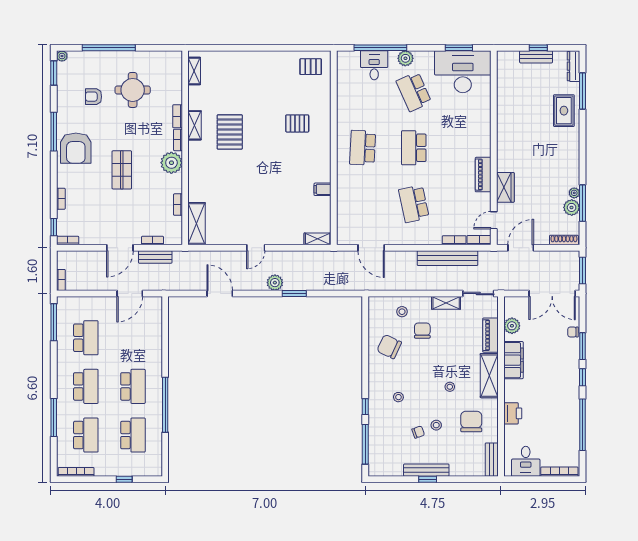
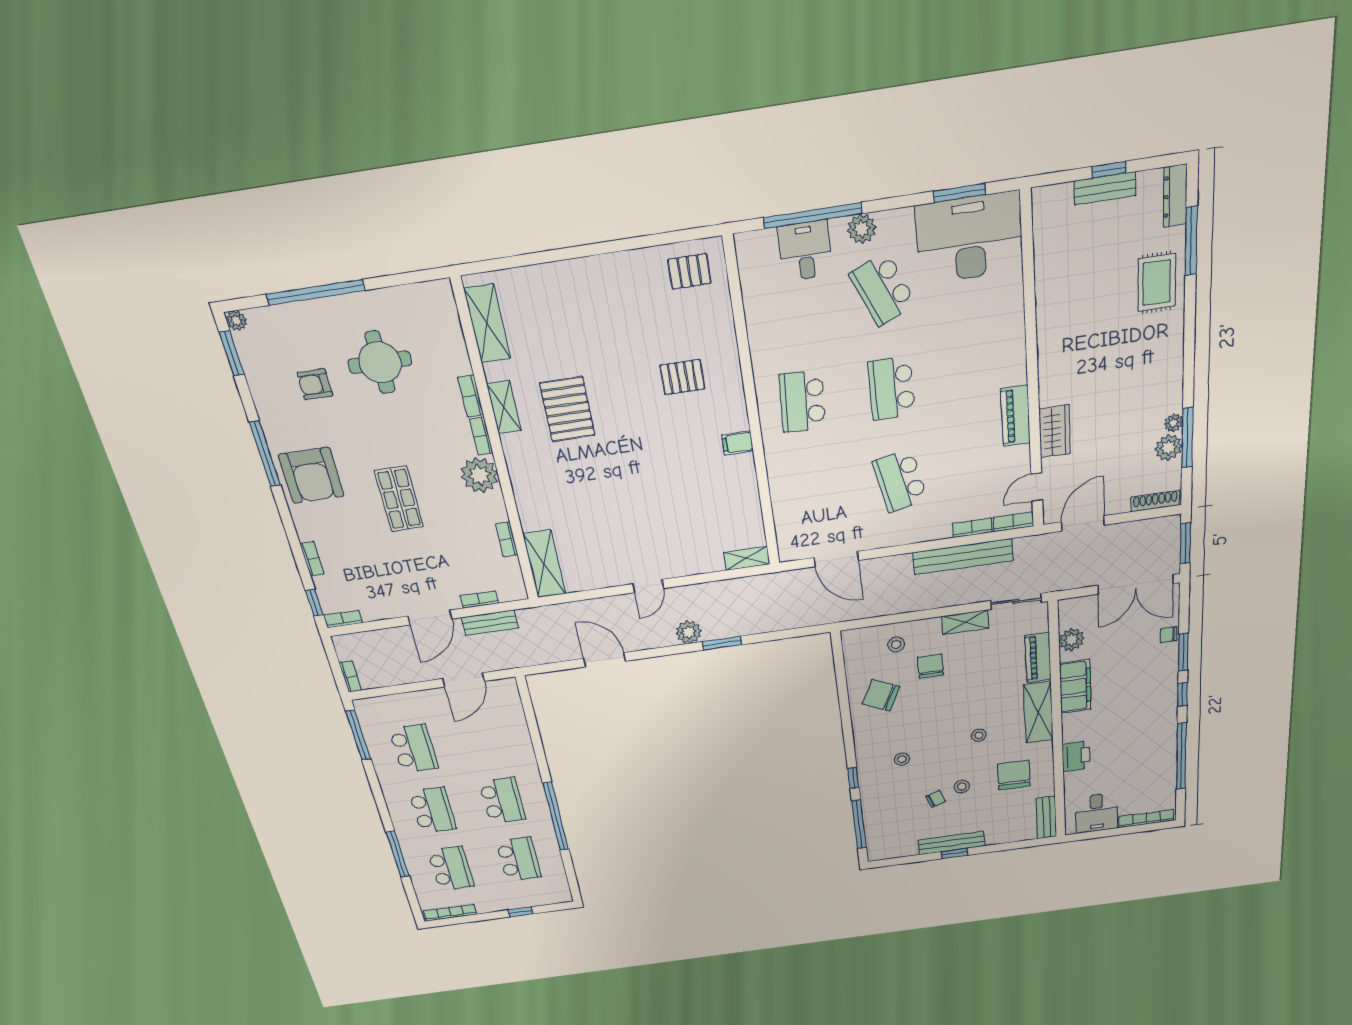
shelving: (194, 71) -> (487, 324), width x1.50, depth x1.33
filing cabinet: (322, 189) -> (737, 443), moved

